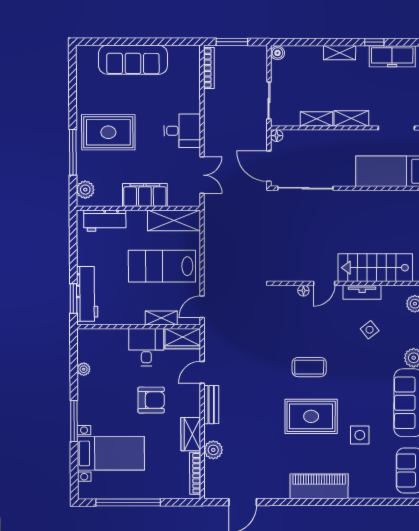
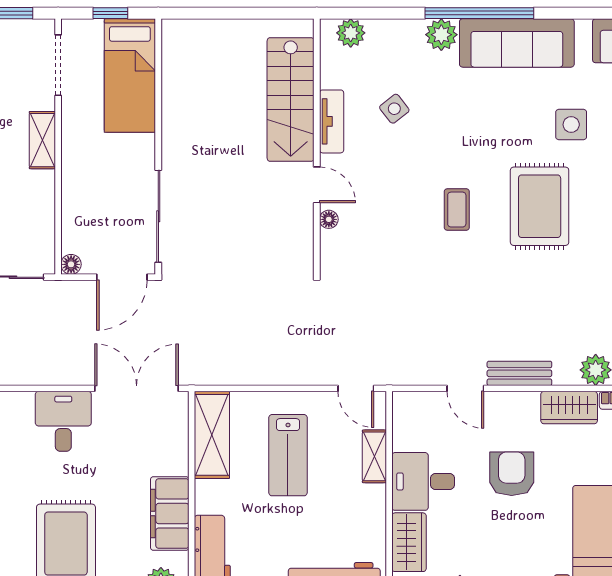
shelving: (317, 119) -> (43, 198), removed
double door: (202, 175) -> (137, 388), width x1.37
filing cabinet: (145, 195) -> (170, 514), moved
lab bench: (162, 266) -> (288, 455), width x0.73, depth x0.72
wardrobe: (183, 339) -> (409, 542), moved
coffee table: (309, 367) -> (457, 210), width x0.73, depth x0.77

